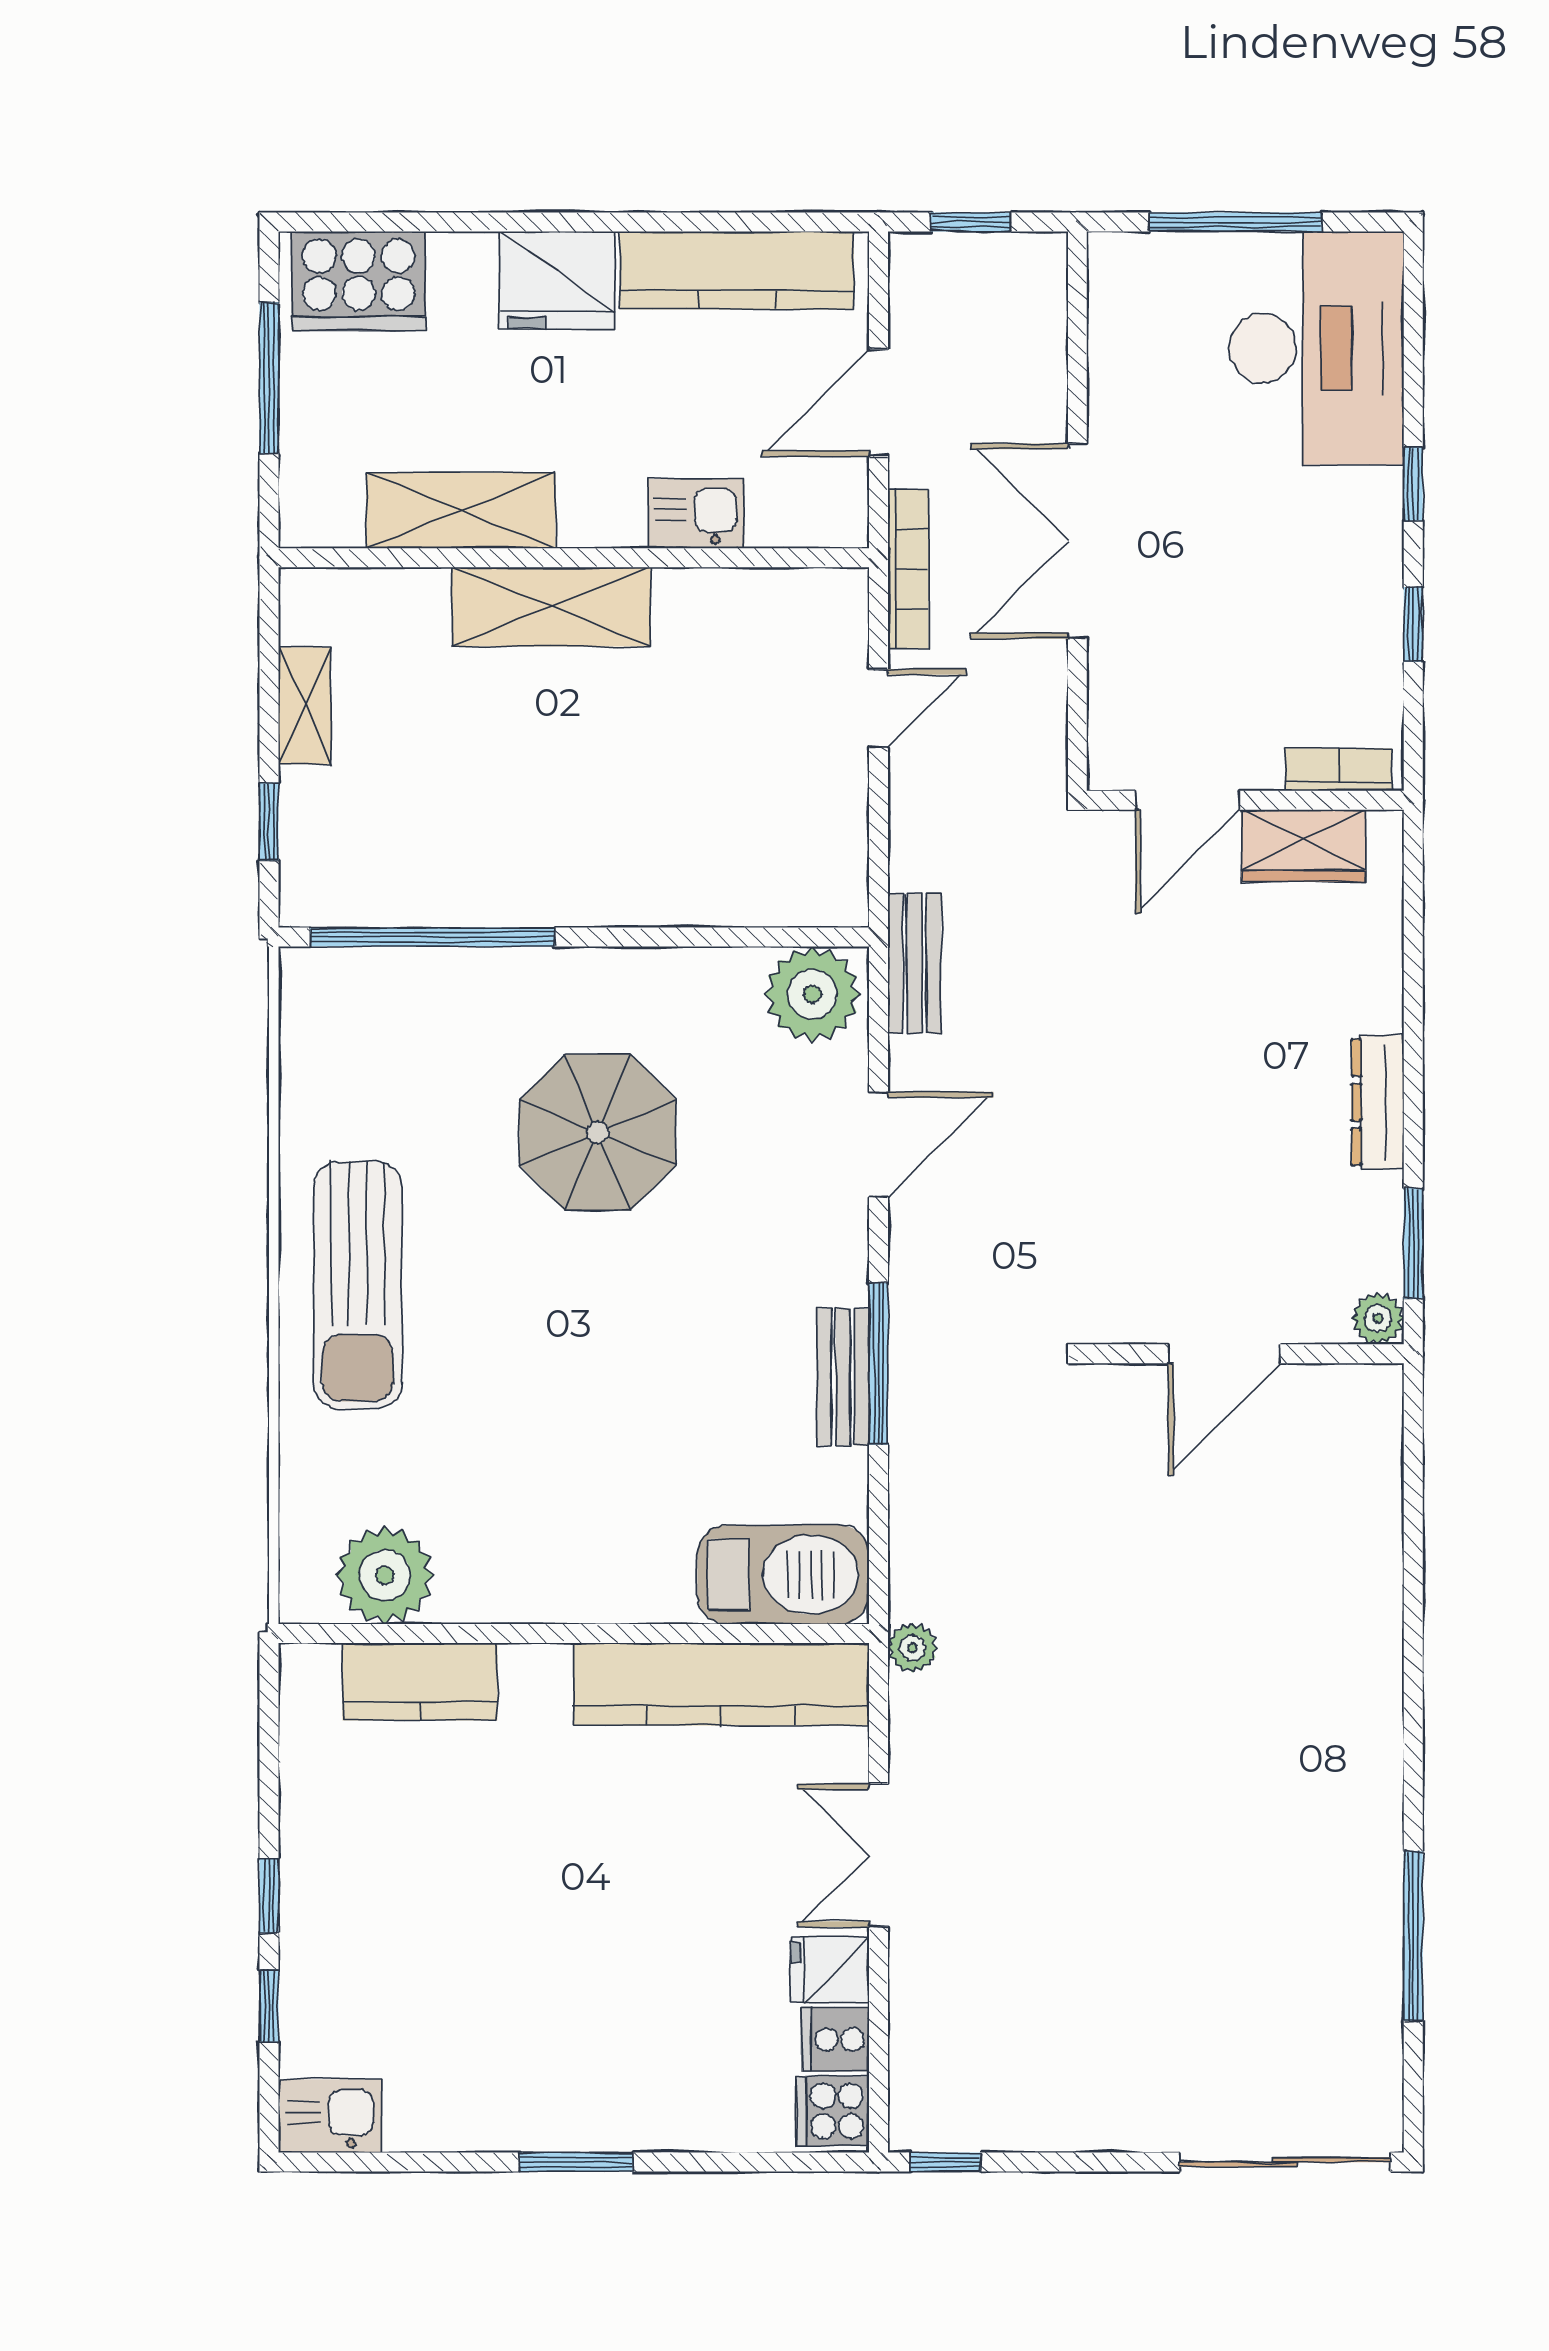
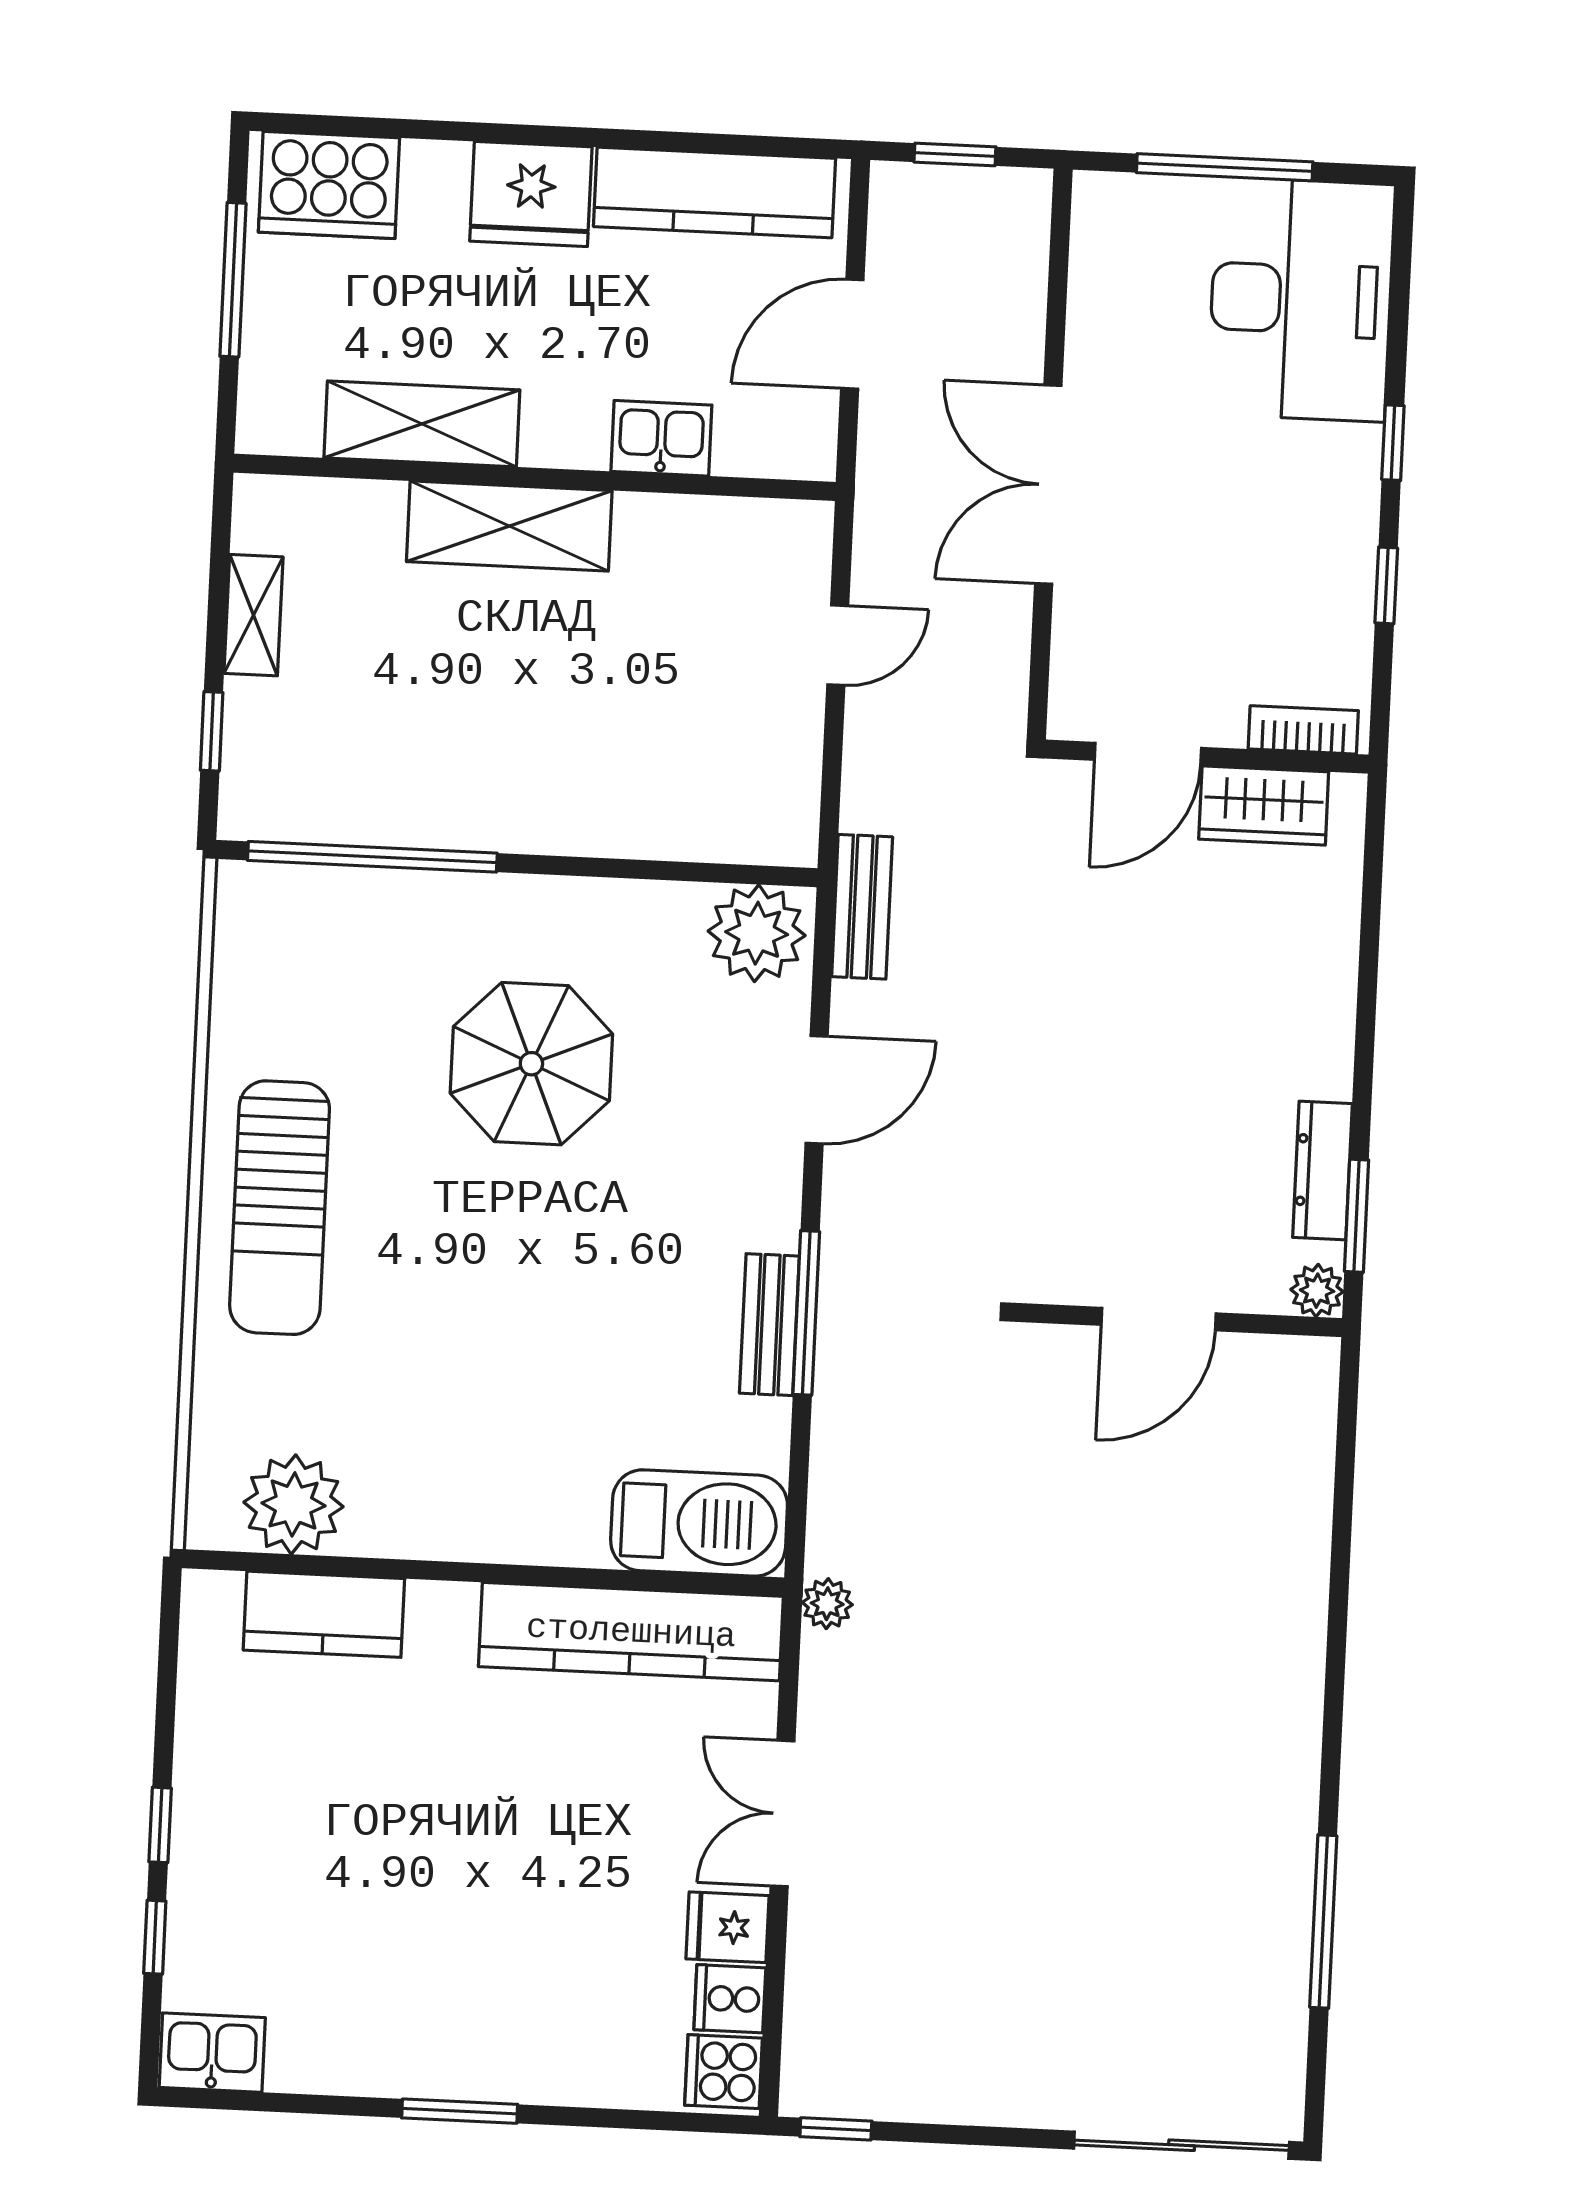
bookcase: (908, 569) -> (874, 505), removed
dresser: (1378, 1102) -> (1322, 1171), moved

